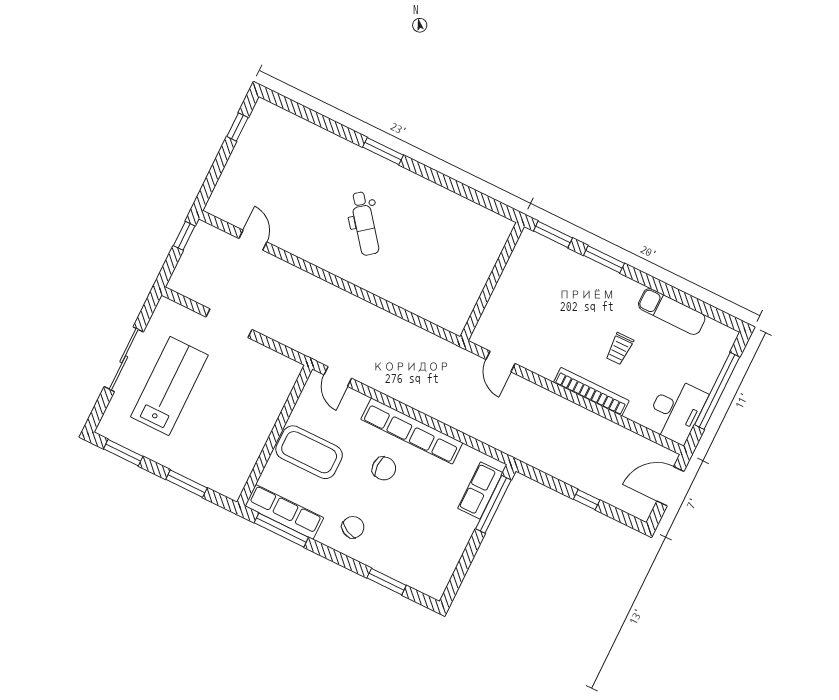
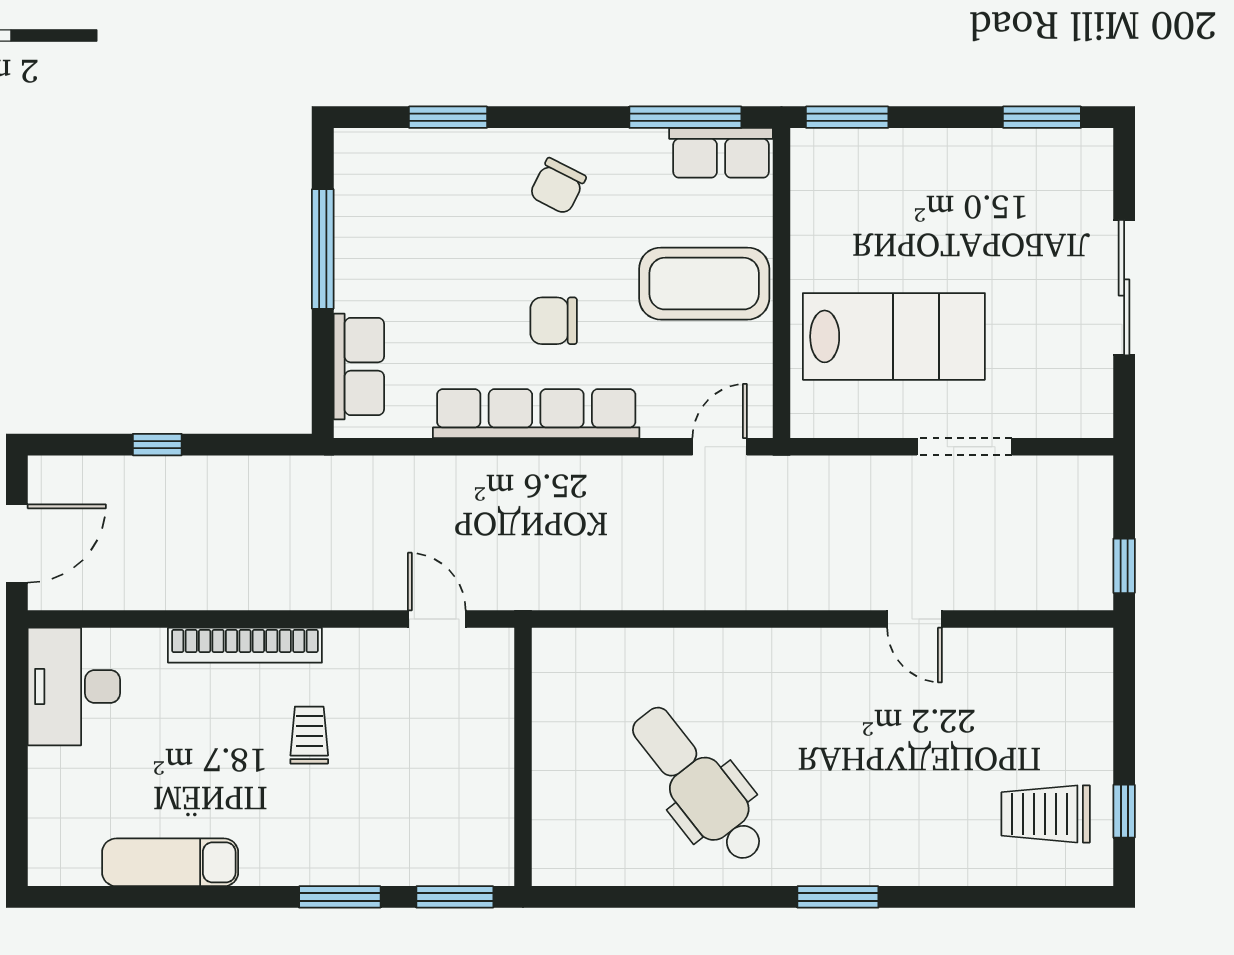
trolley: (273, 143) -> (1046, 814), added
dental chair: (365, 224) -> (698, 785), moved, width x1.36, depth x1.38
door: (253, 240) -> (914, 619), moved
trolley: (620, 349) -> (309, 735), moved
door: (338, 377) -> (720, 447), hinge flipped
lab bench: (169, 386) -> (894, 336), moved, turned -90
window: (717, 391) -> (17, 759), removed
window: (186, 484) -> (847, 117), moved
window: (493, 504) -> (323, 249), moved
row of seats: (284, 512) -> (721, 153), width x0.68

